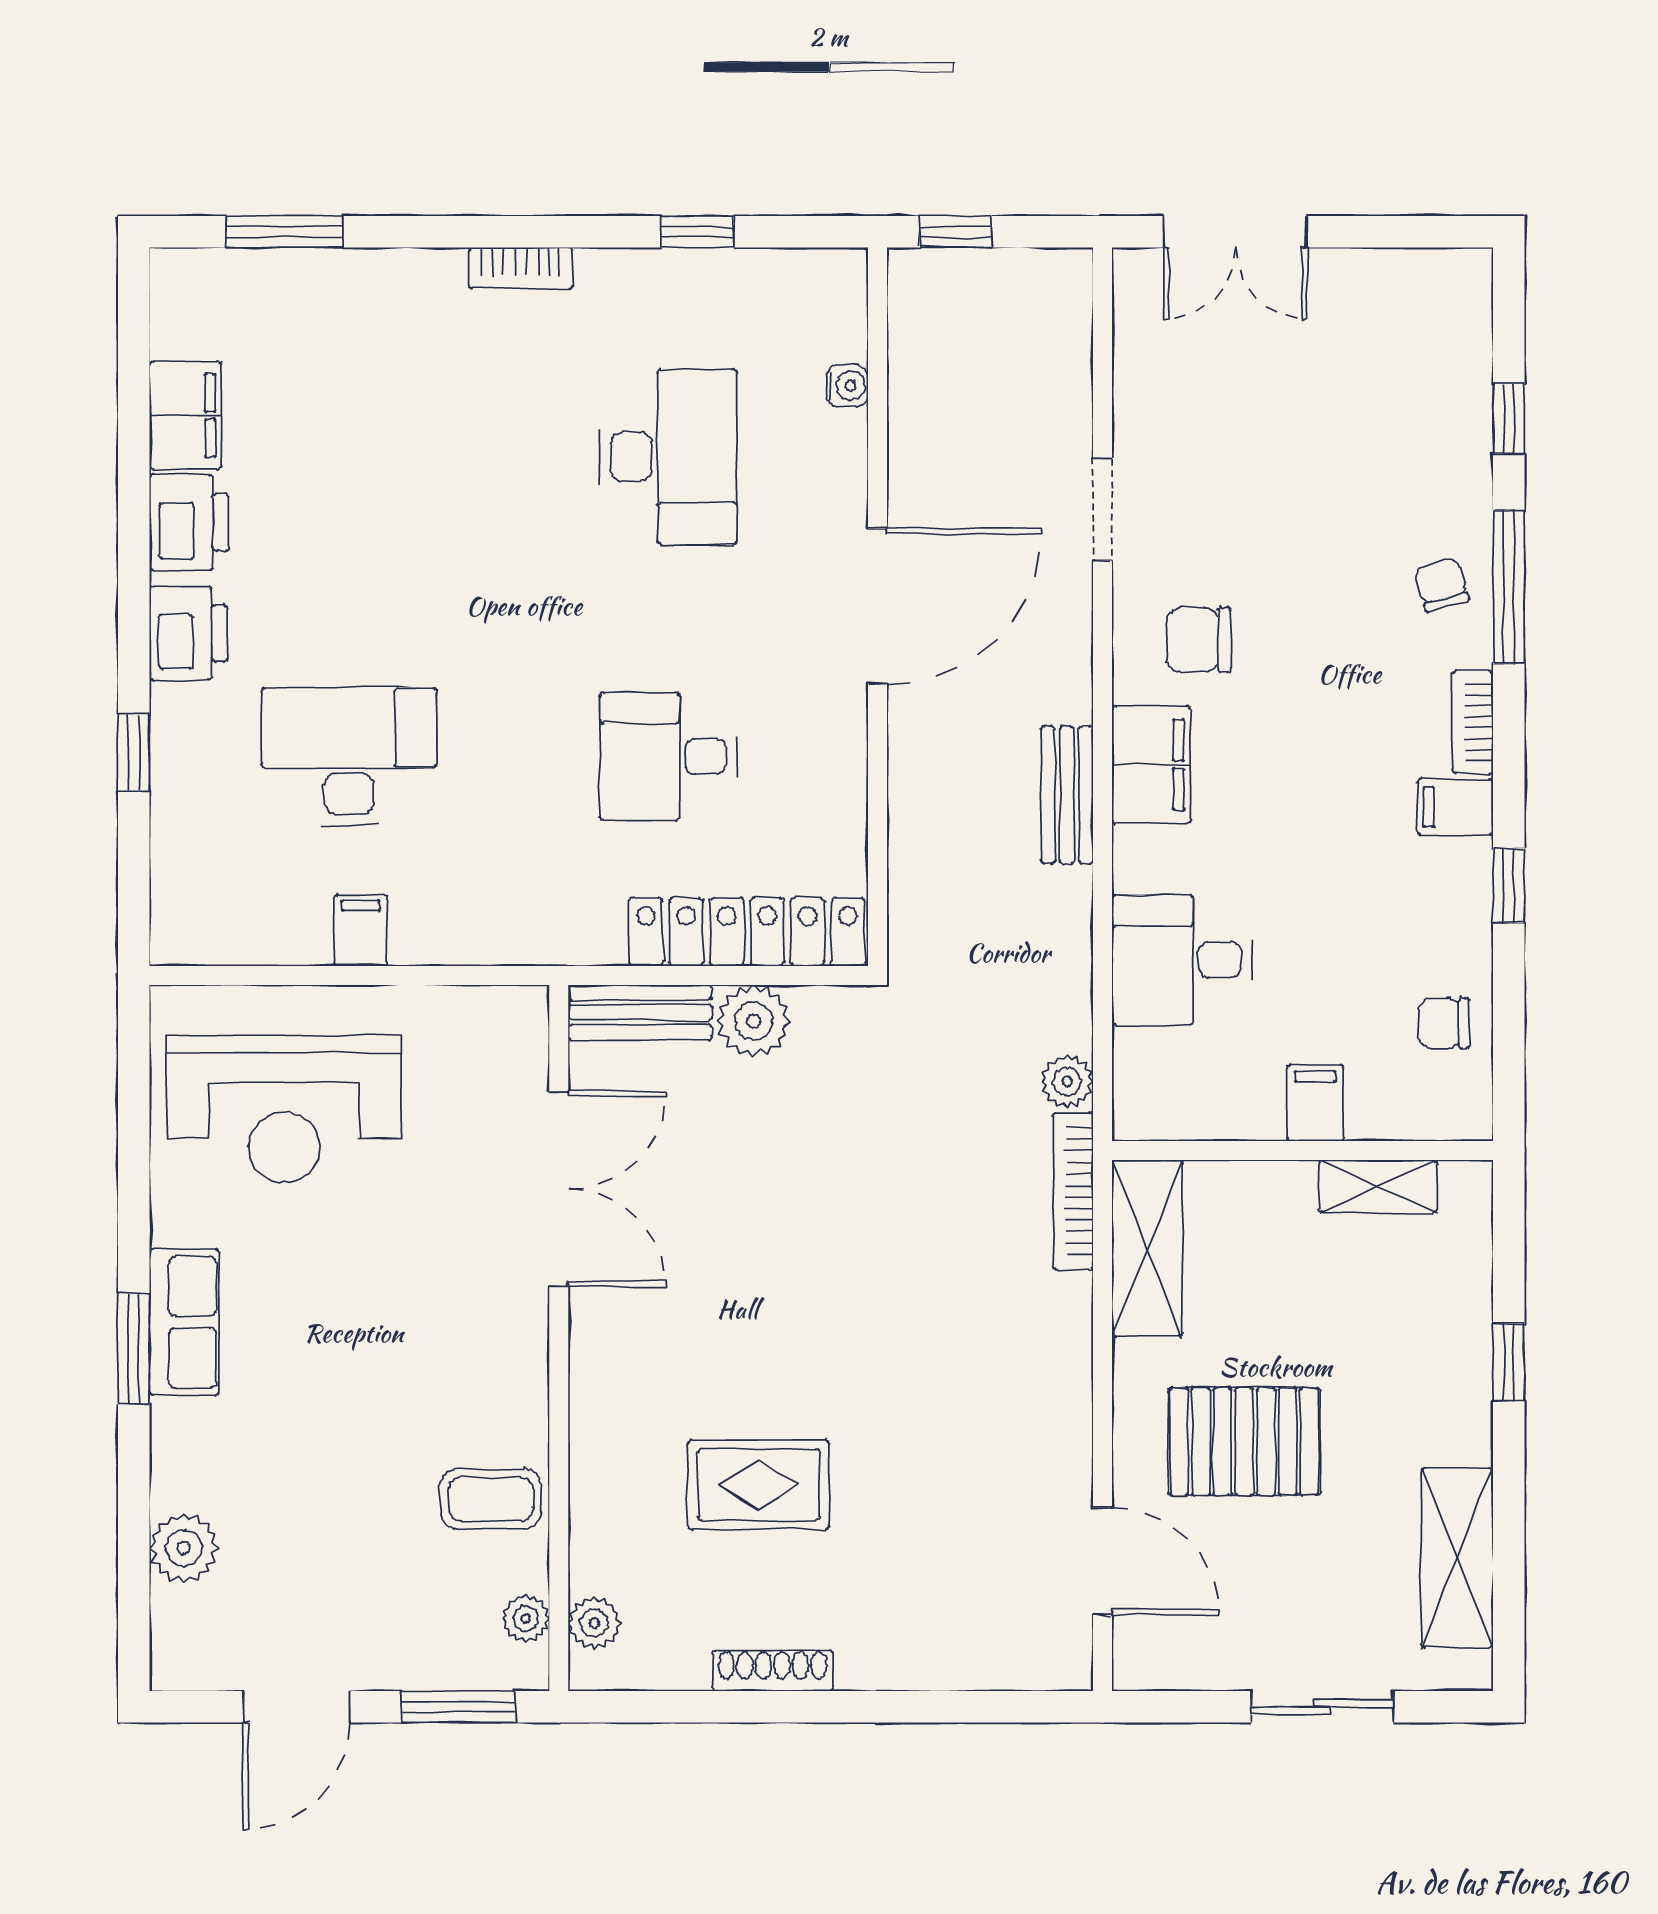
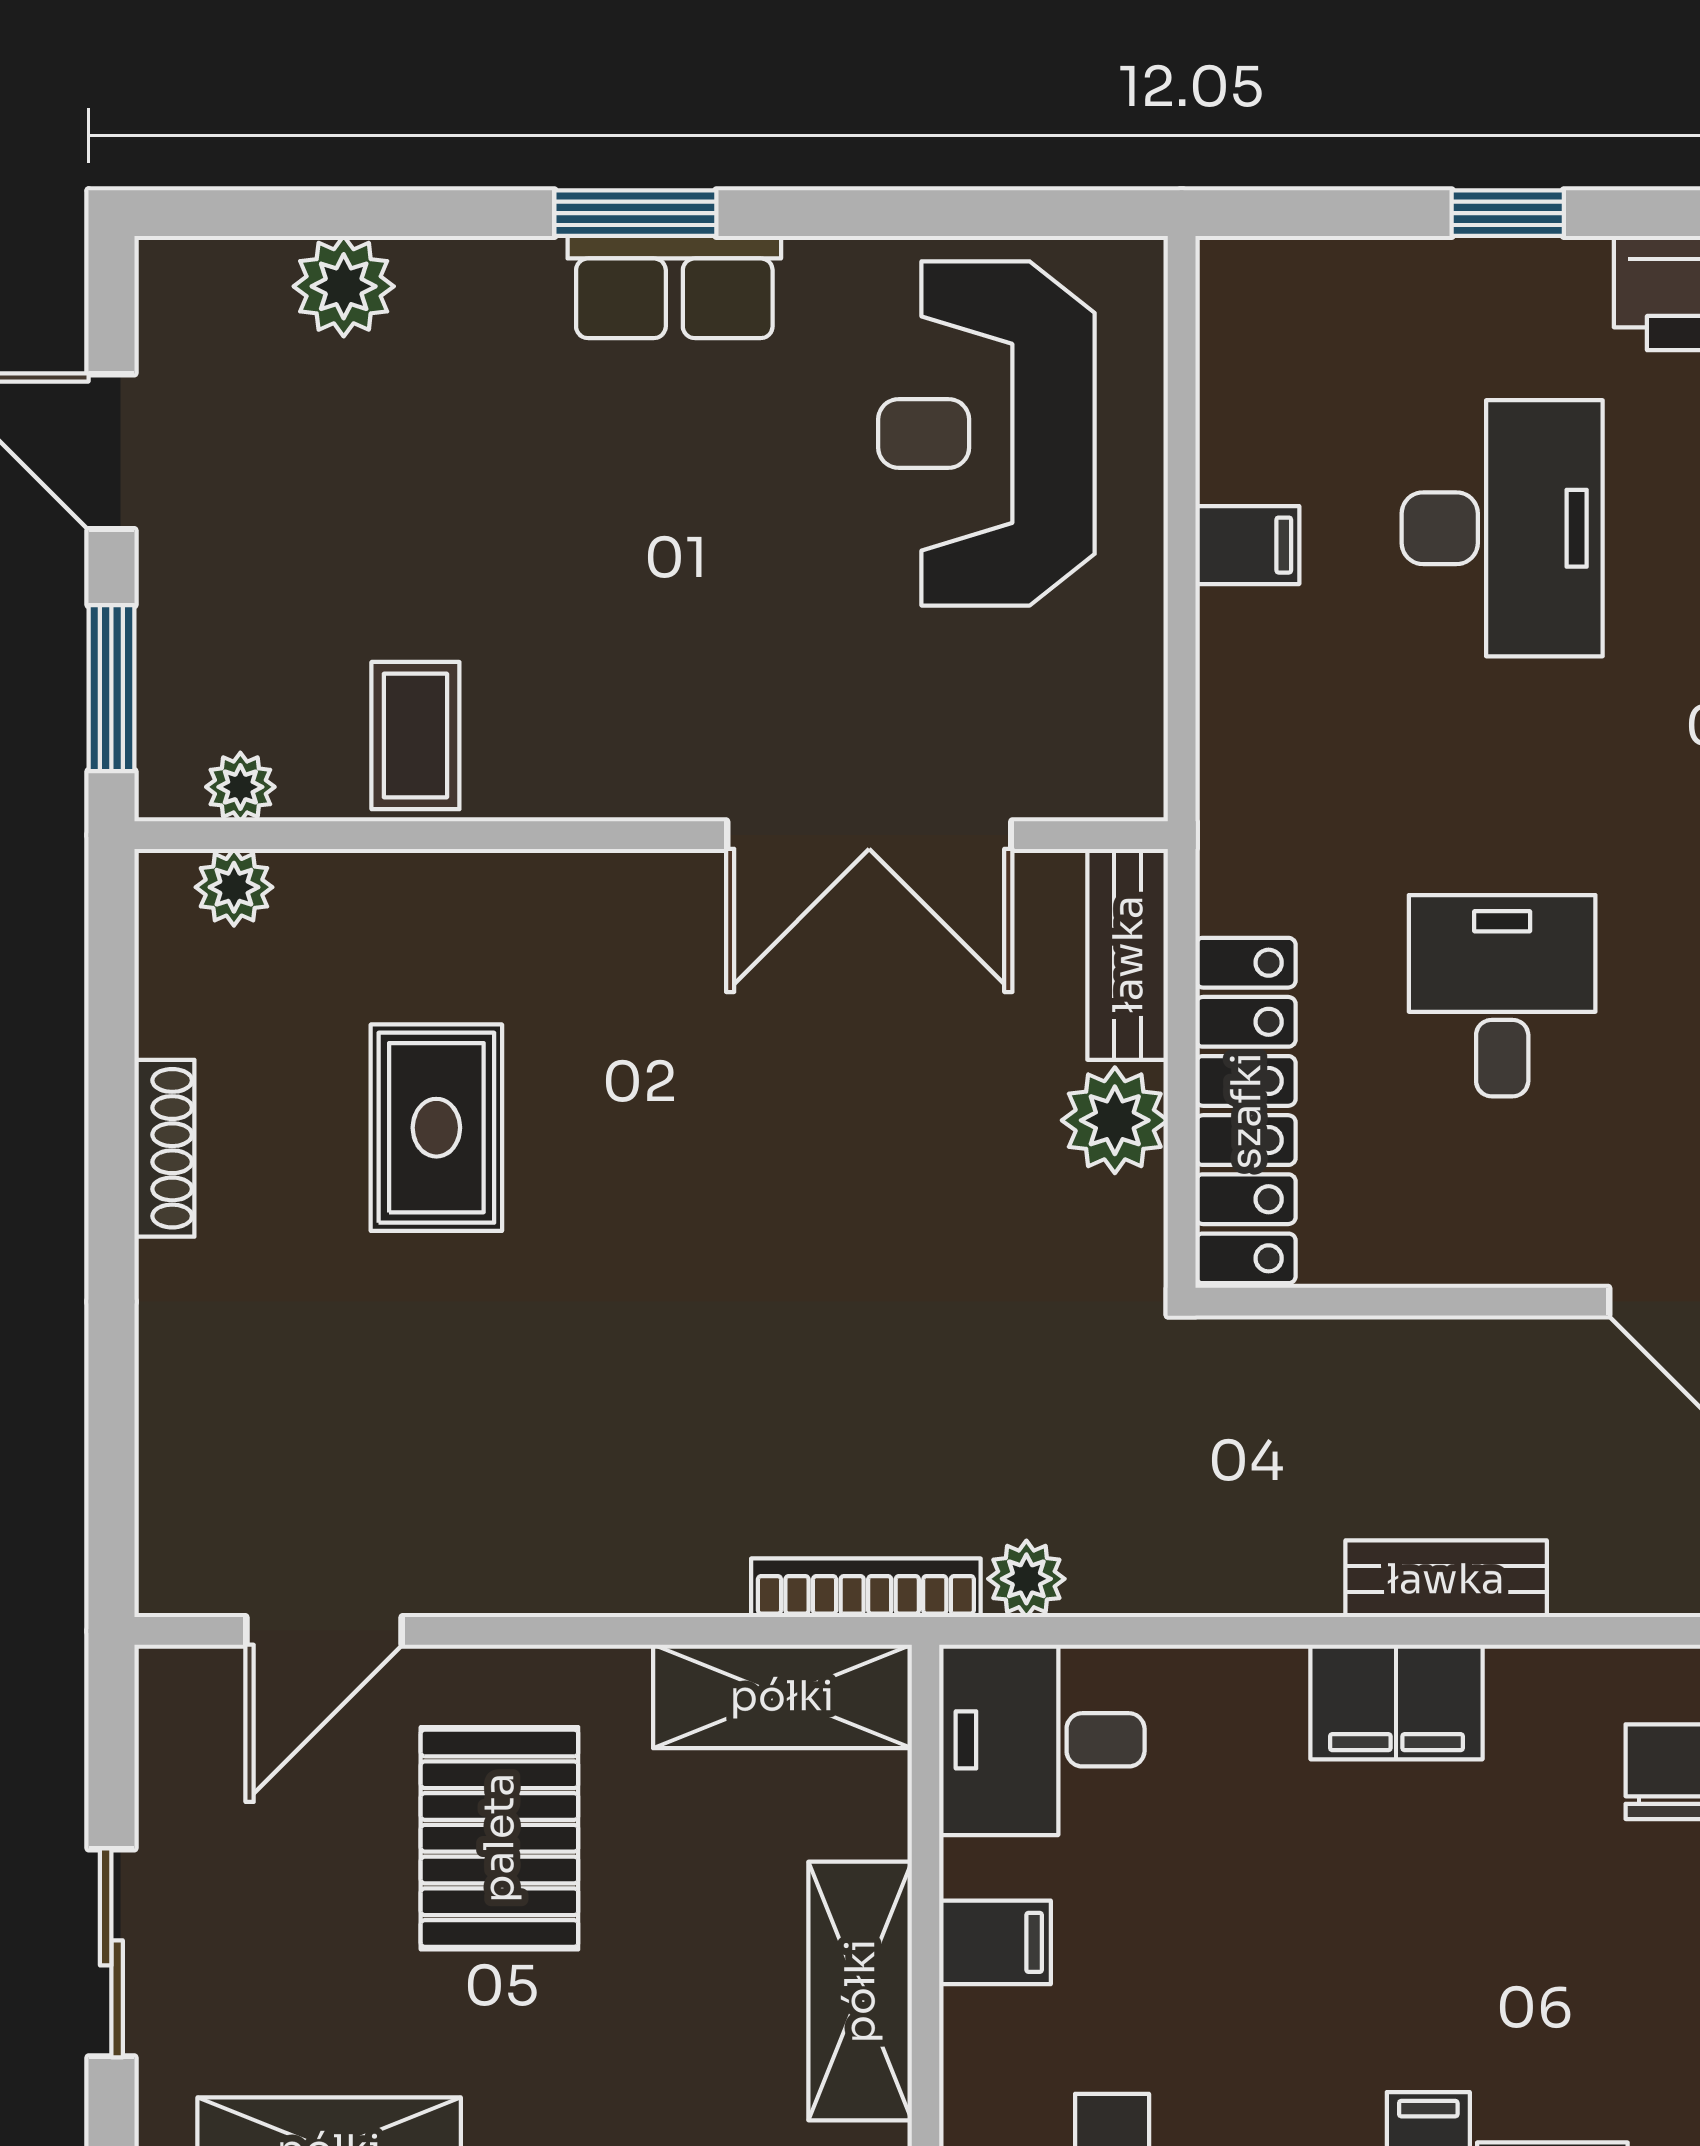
filing cabinet: (1151, 765) -> (1396, 1702), moved
desk: (1182, 960) -> (1042, 1740), moved, turned -90
shelving: (1378, 1186) -> (860, 1991), width x1.50, depth x1.33

